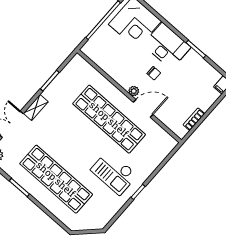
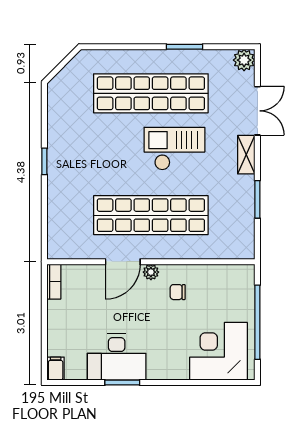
desk: (167, 46) -> (117, 357), moved
chair: (154, 73) -> (178, 292), moved
bookcase: (194, 119) -> (54, 282), moved
checkout: (114, 173) -> (174, 149), moved

